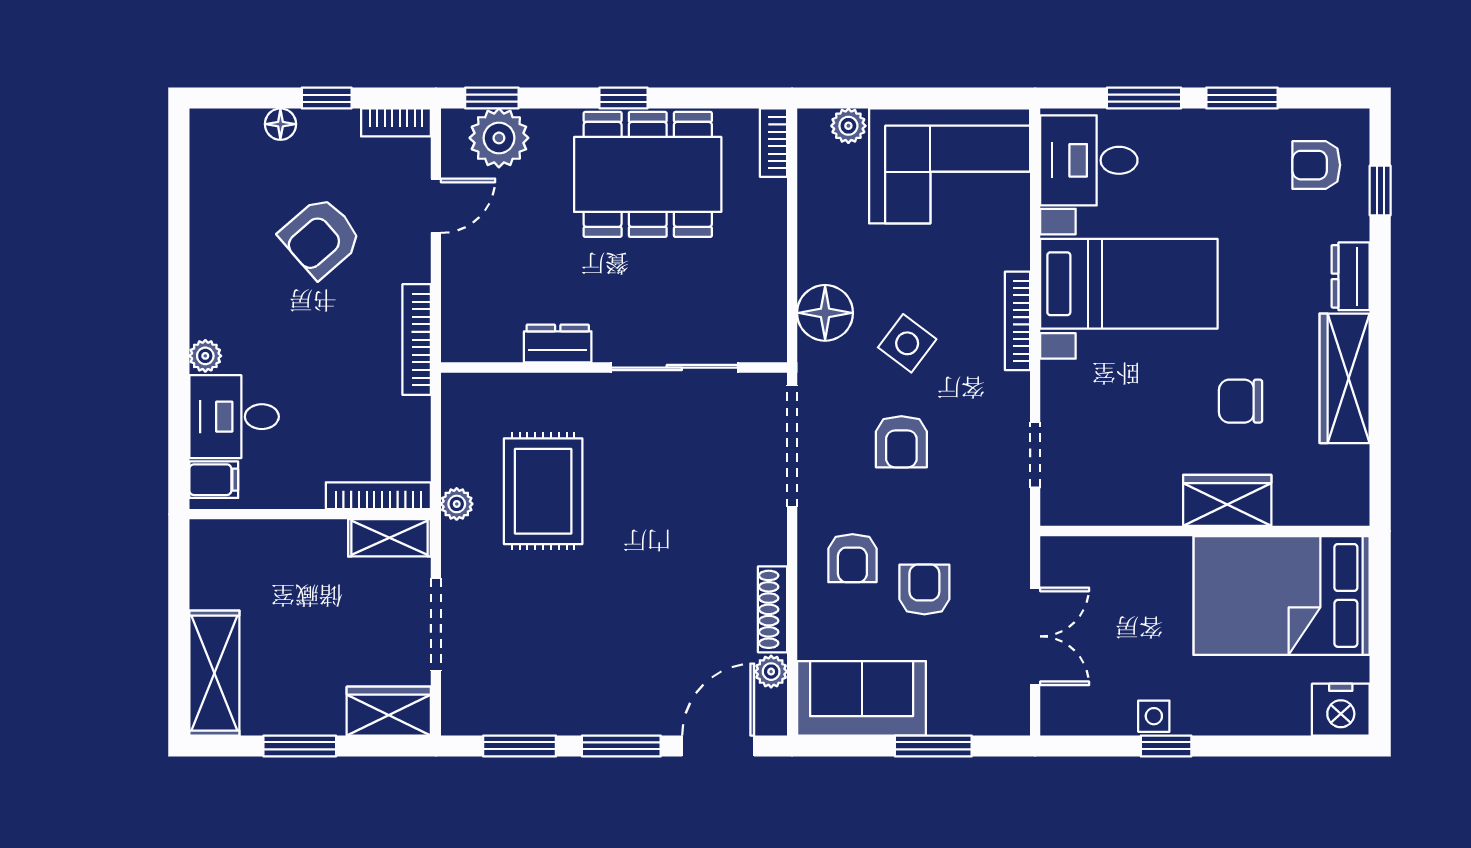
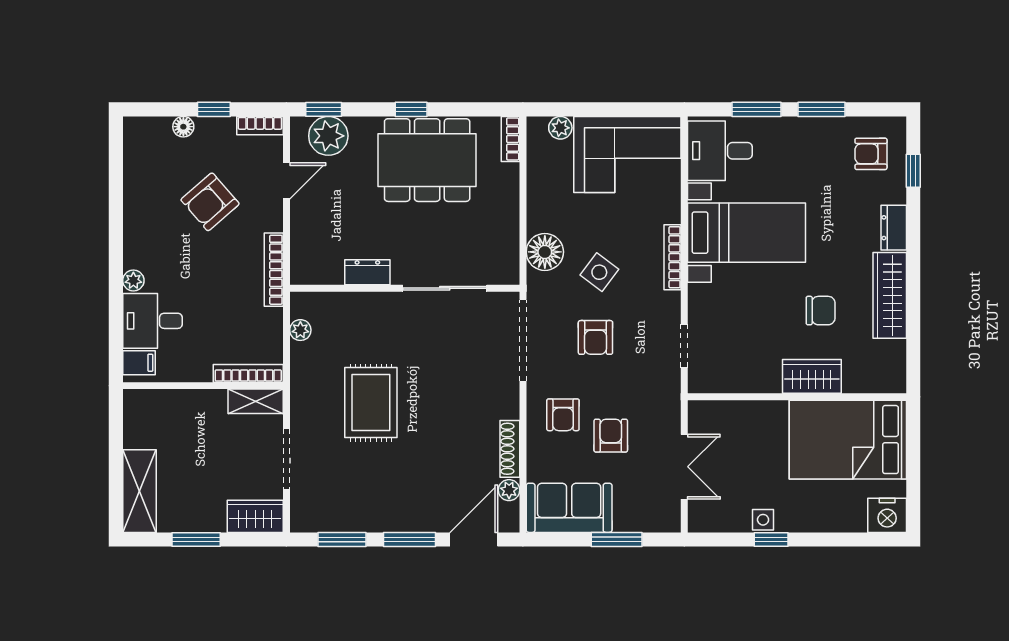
chair: (1241, 401) -> (821, 311), turned 180
rug: (543, 491) -> (371, 403), moved
plant: (457, 504) -> (300, 330), moved

